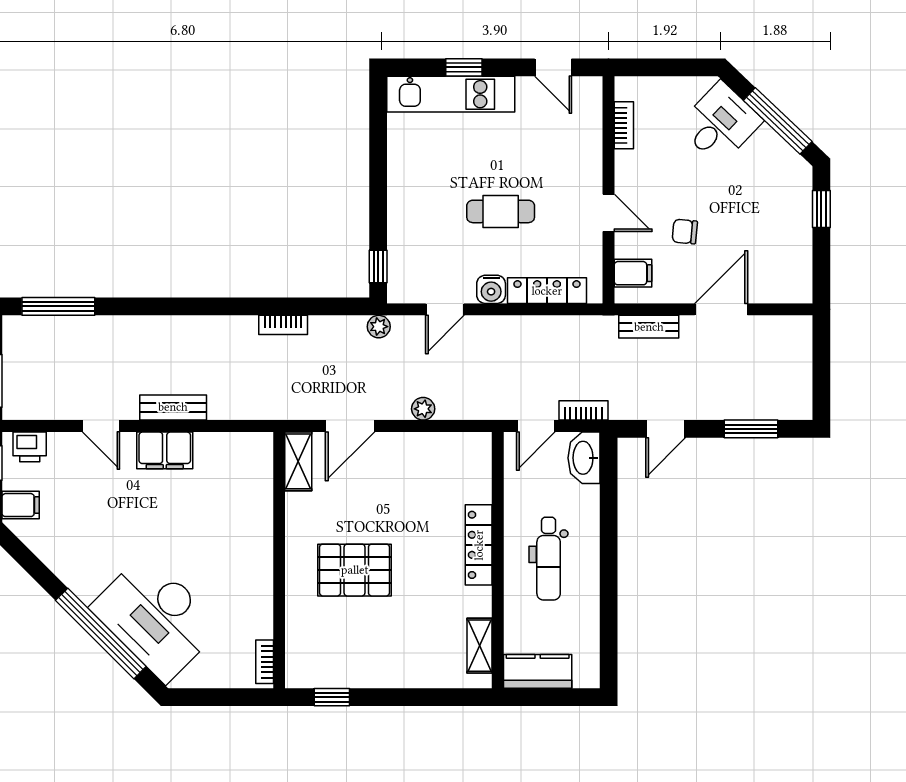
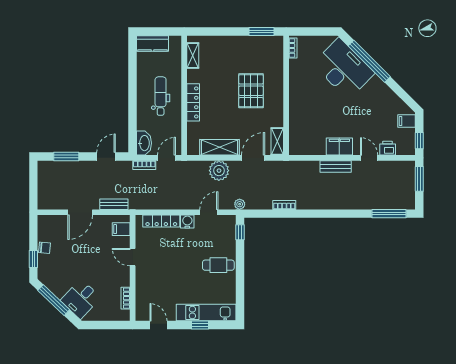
cafe table: (501, 211) -> (218, 265), moved
chair: (685, 232) -> (44, 248), moved
plant: (423, 409) -> (219, 171), width x1.88, depth x1.88
printer: (30, 447) -> (388, 148), moved
shelving: (422, 449) -> (219, 147), added
pallet: (355, 570) -> (251, 91), turned 90
kitchen counter: (538, 671) -> (153, 43), moved
window: (332, 697) -> (262, 31), width x1.50

